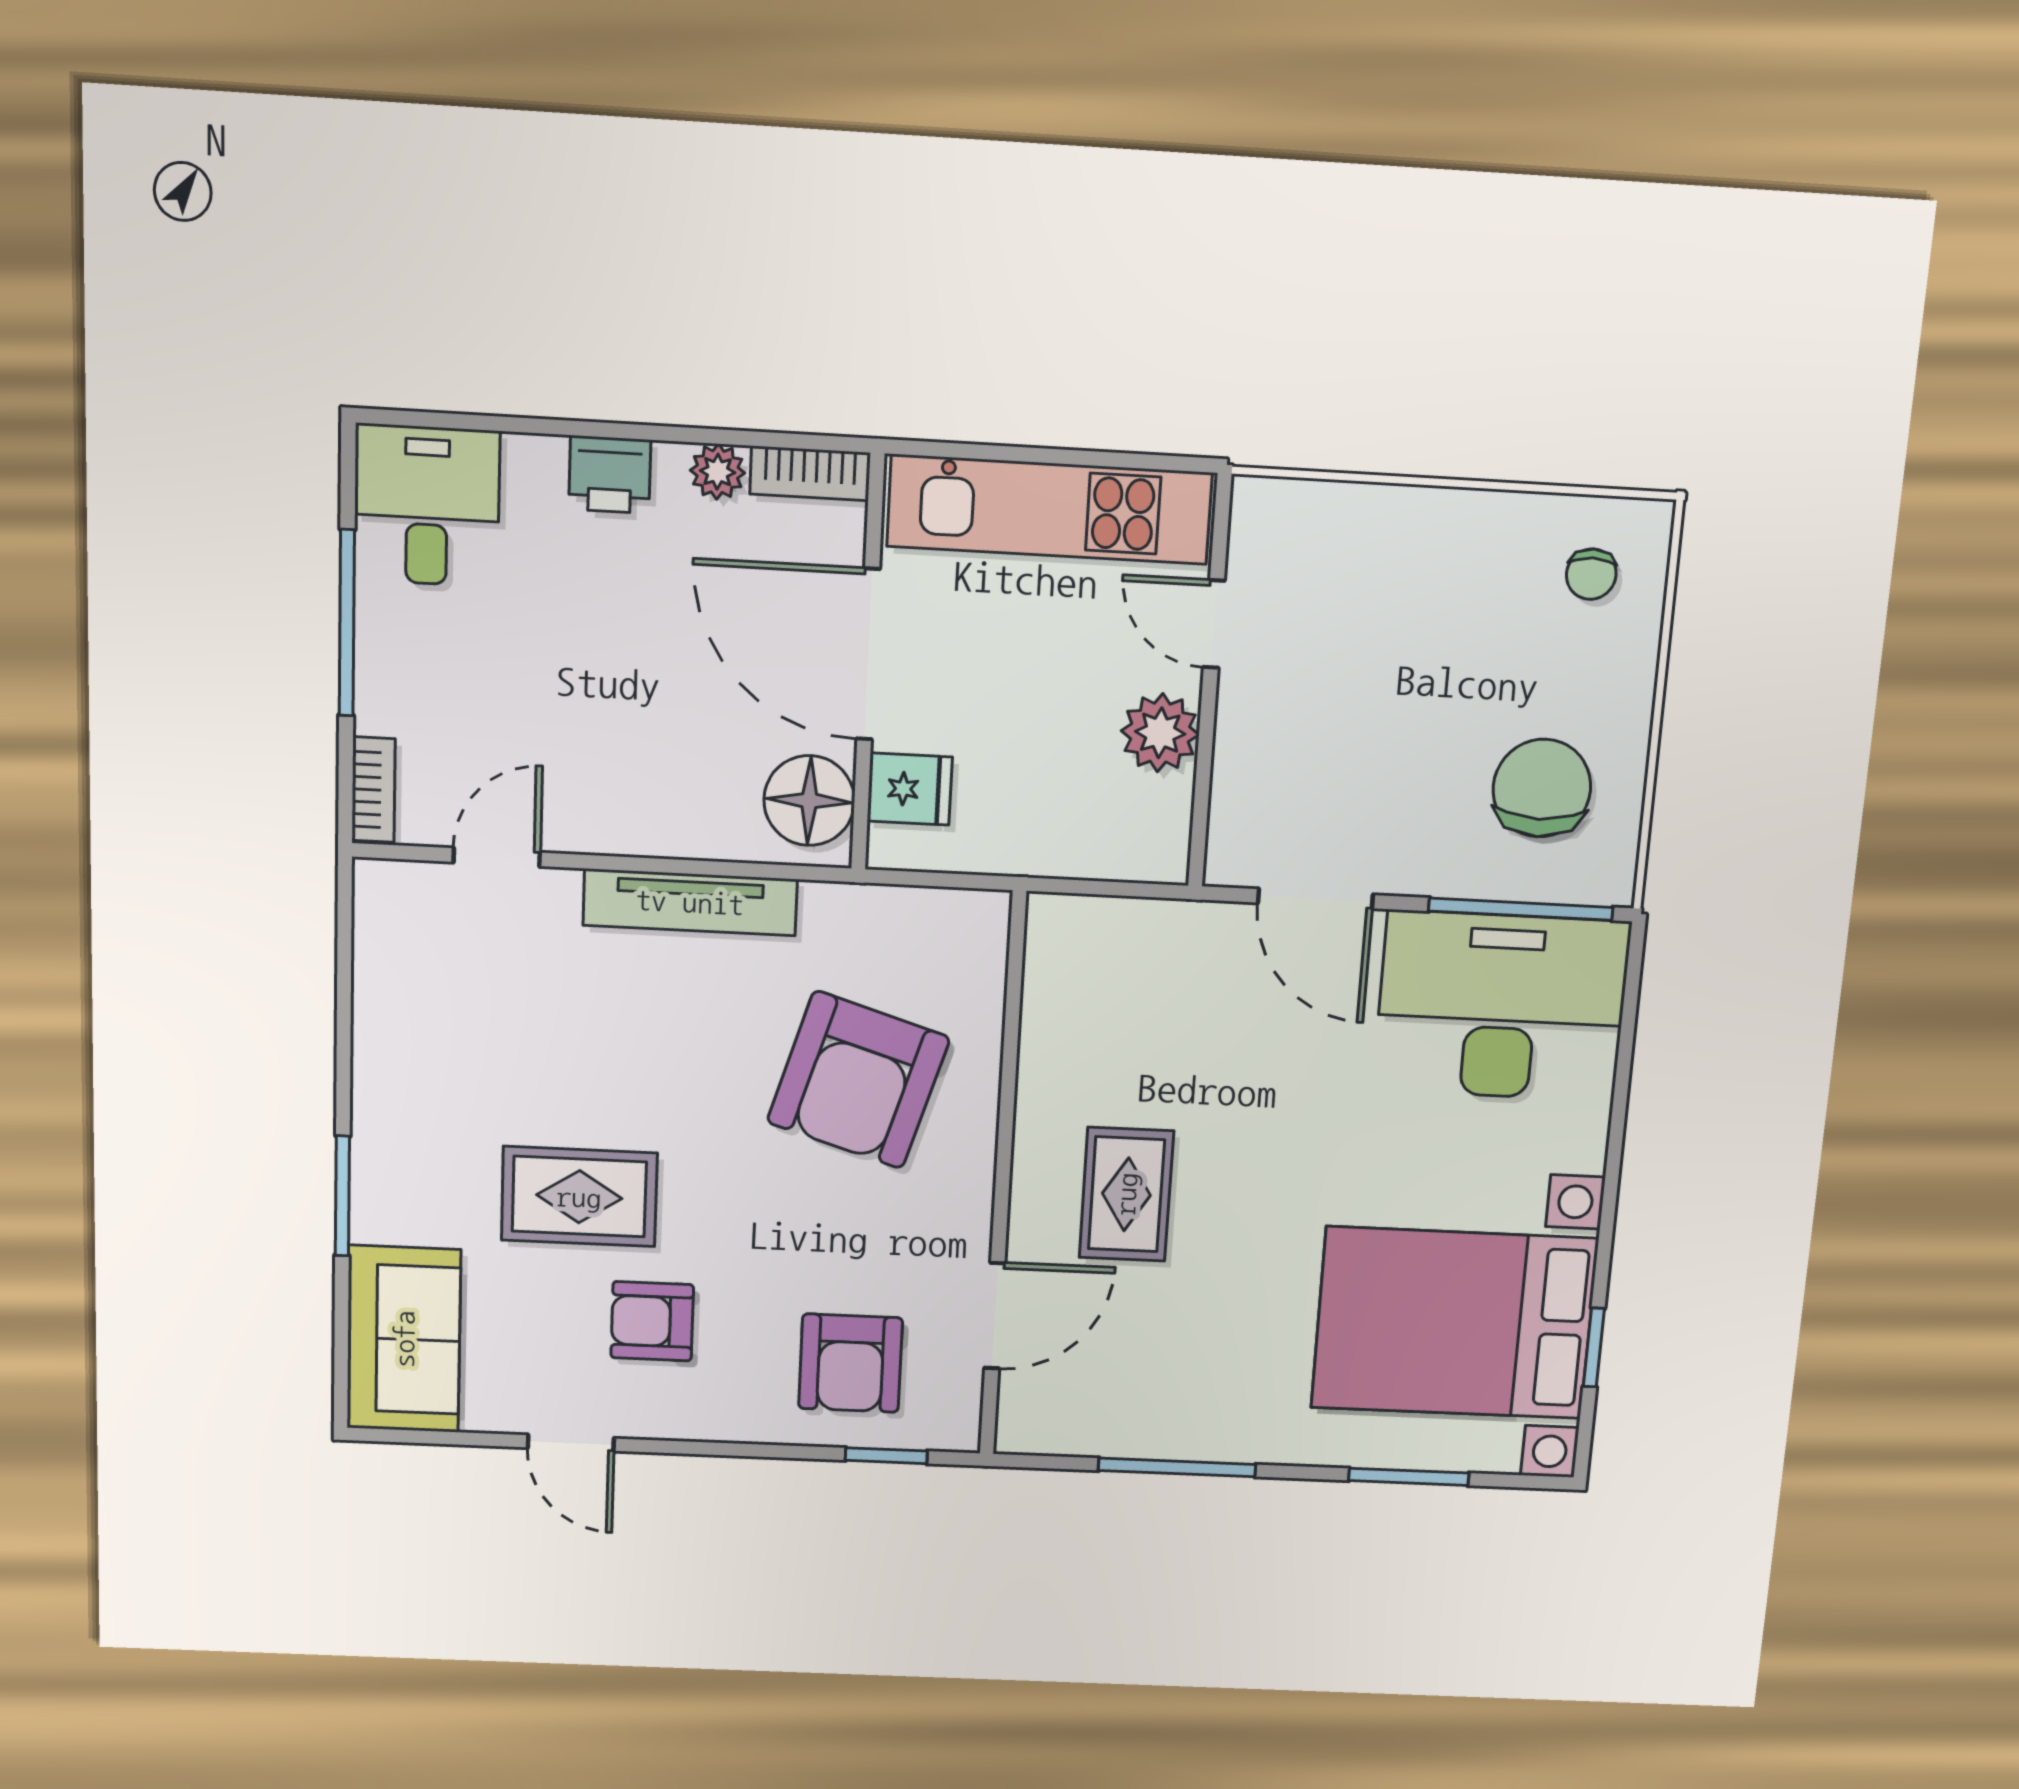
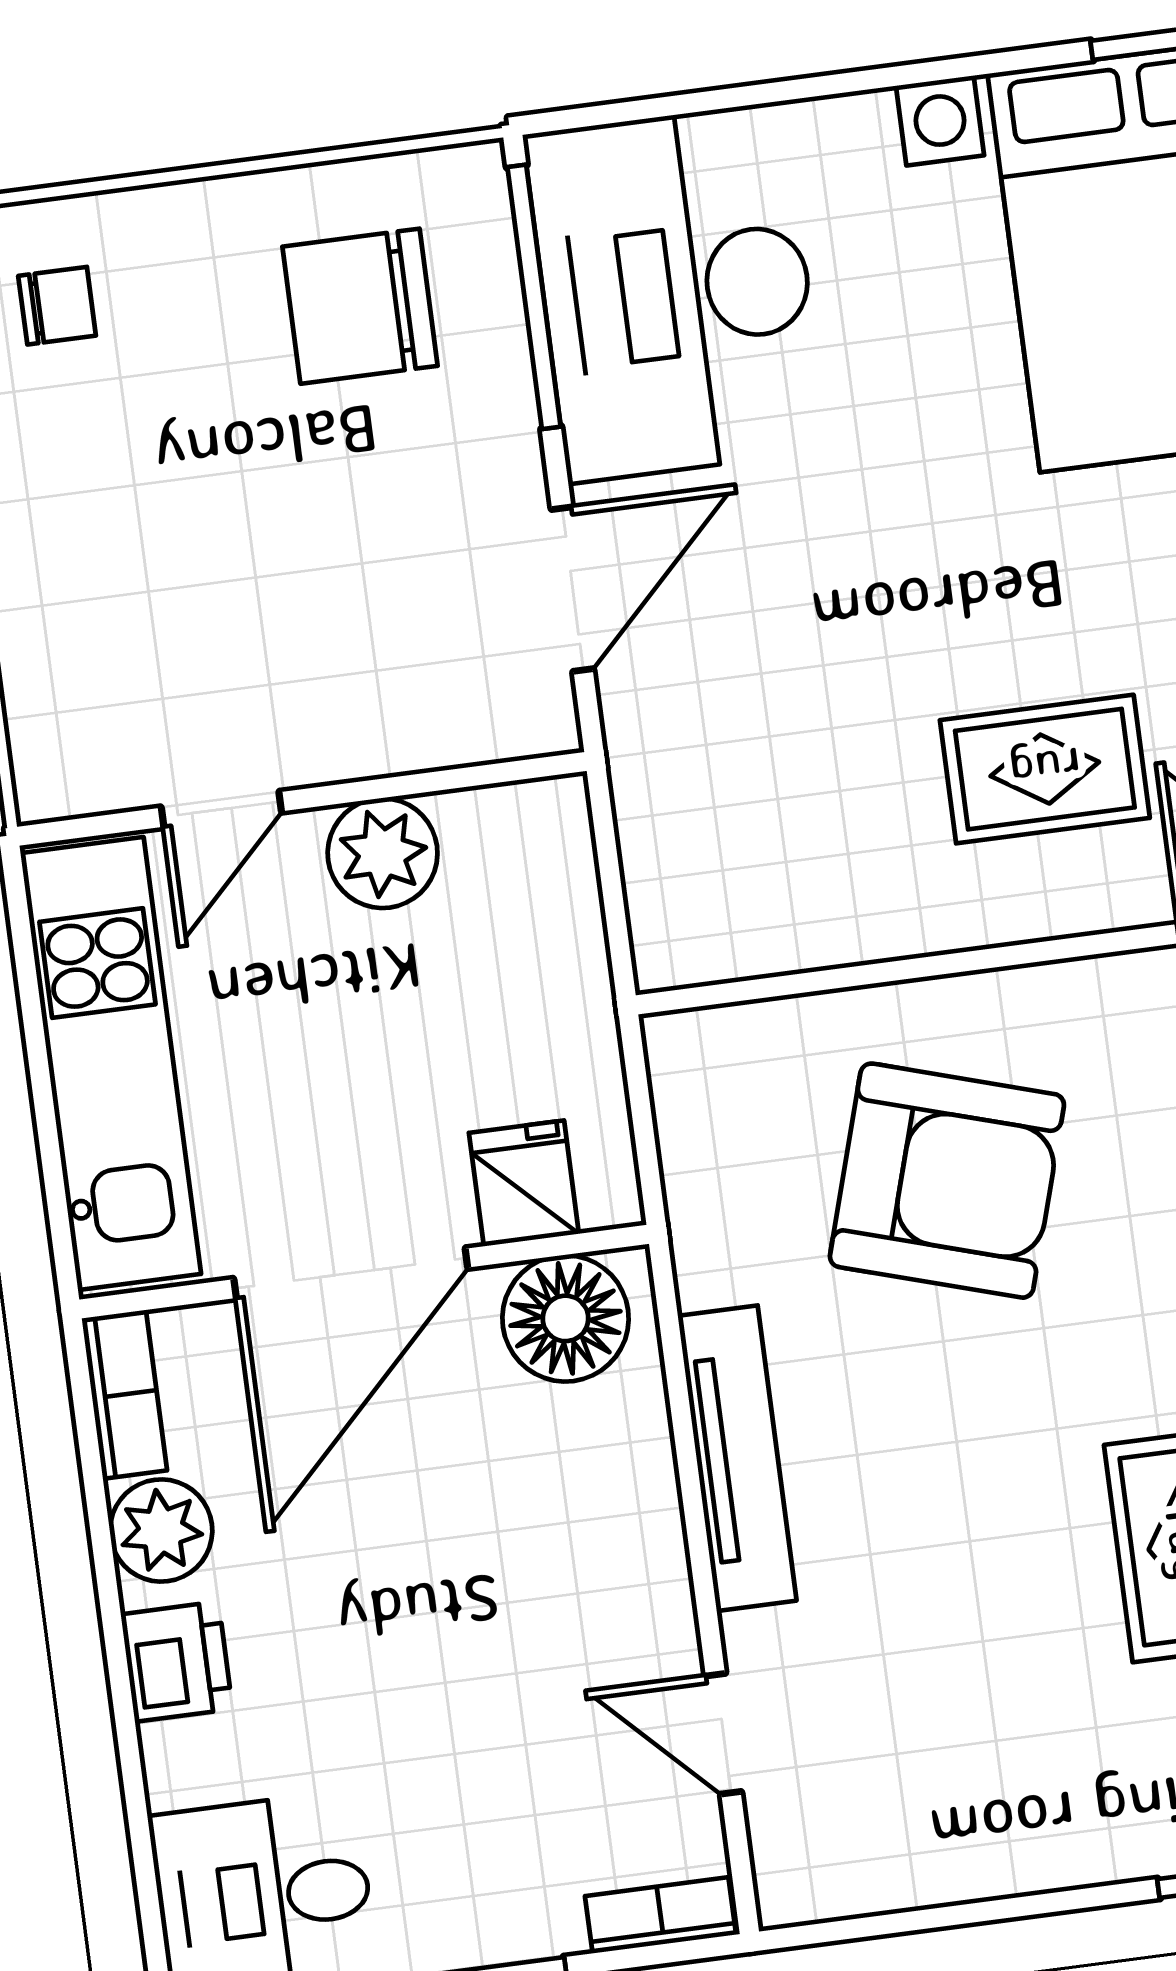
plant: (718, 472) -> (161, 1531), width x1.38, depth x1.38

